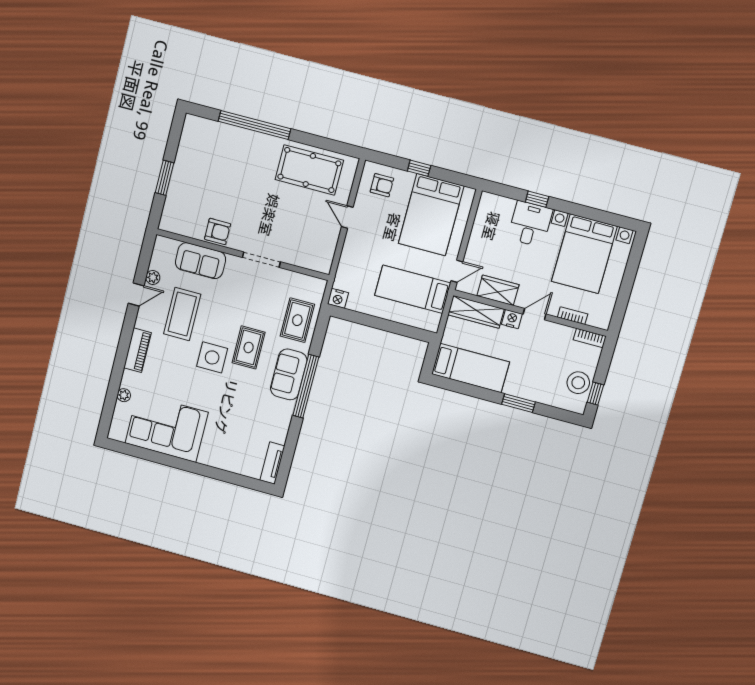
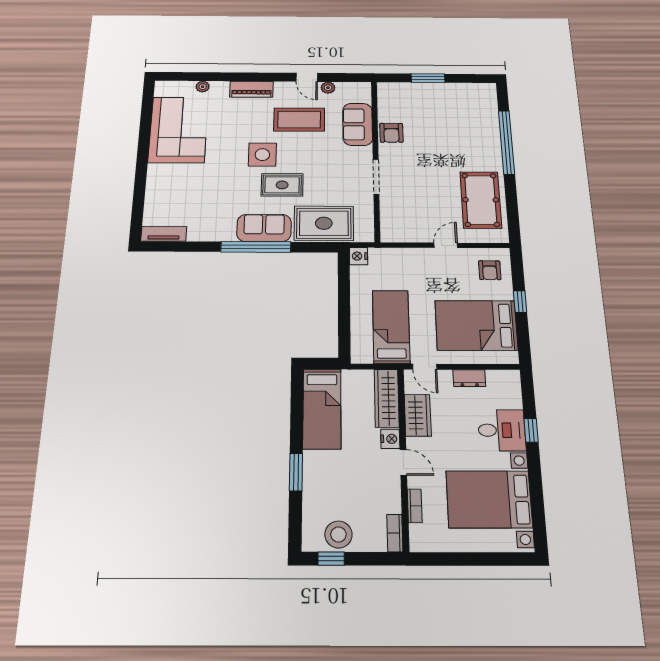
dresser: (477, 236) -> (469, 378), added
rug: (297, 320) -> (324, 223), width x1.36, depth x1.43

